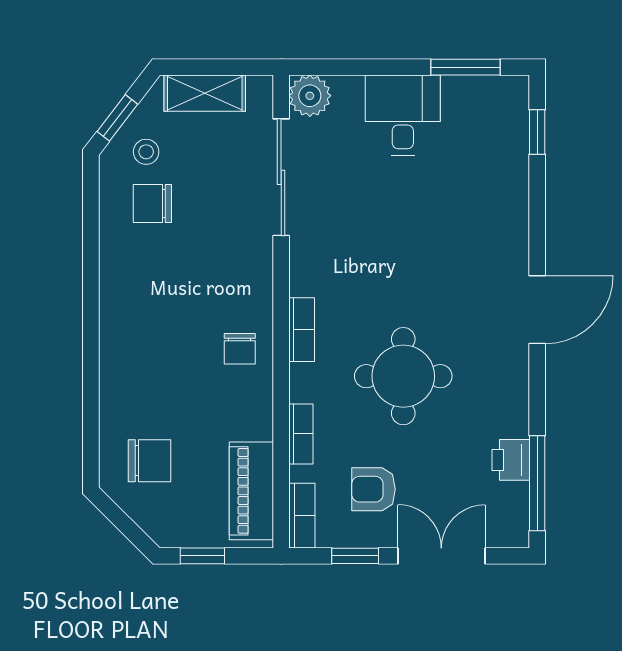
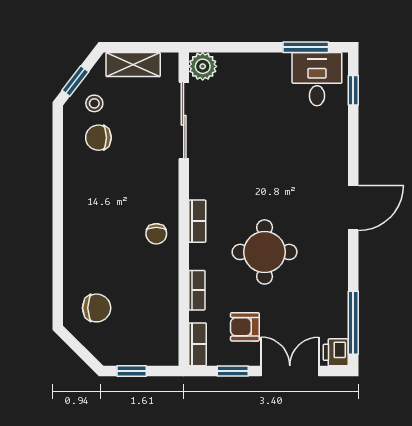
desk: (403, 115) -> (317, 79), moved
printer: (511, 460) -> (336, 352), moved
piano: (251, 491) -> (164, 328), removed

